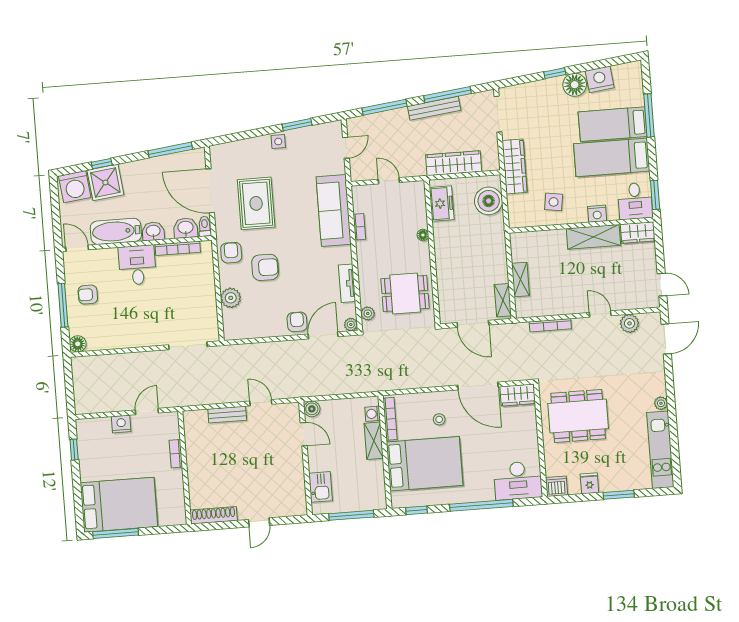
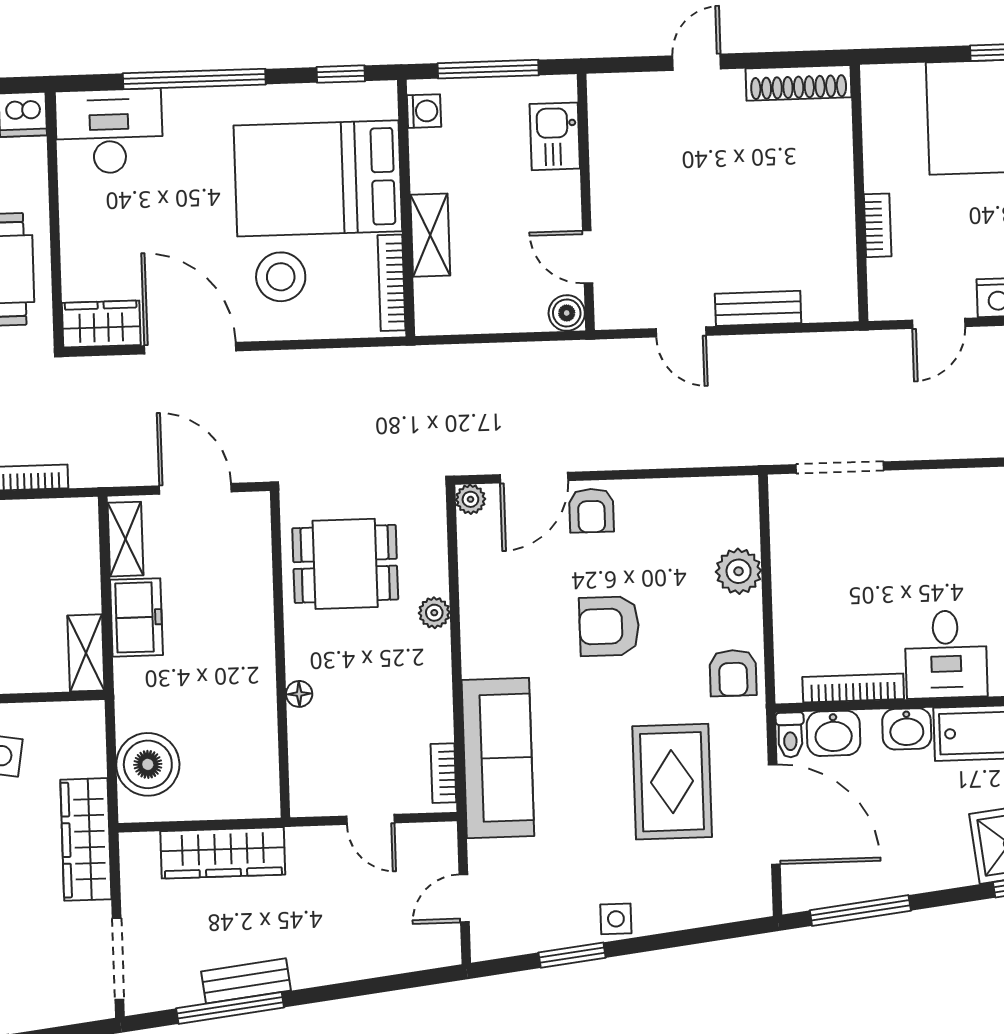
window: (384, 107) -> (373, 986), removed
bench: (434, 108) -> (246, 981), width x0.73
freezer: (442, 203) -> (136, 617), moved, turned 180
bookcase: (359, 227) -> (443, 773), moved
armchair: (265, 267) -> (609, 626), moved
shelving: (520, 280) -> (86, 653), moved
tv unit: (347, 283) -> (475, 593), removed
plant: (368, 313) -> (434, 613), moved
washing machine: (373, 414) -> (424, 111), moved
stool: (439, 419) -> (281, 277), width x1.89, depth x1.89

